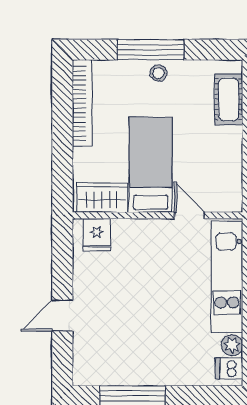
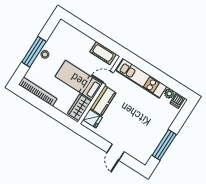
cot: (229, 99) -> (103, 53), moved
kitchen counter: (142, 233) -> (103, 101), added

